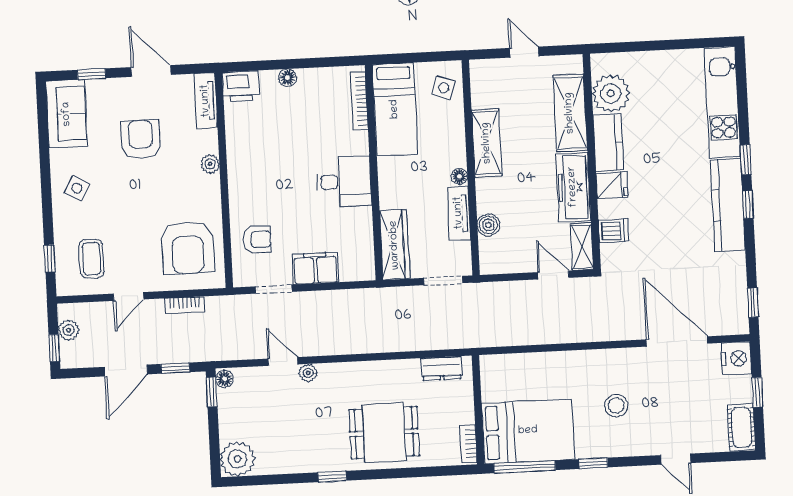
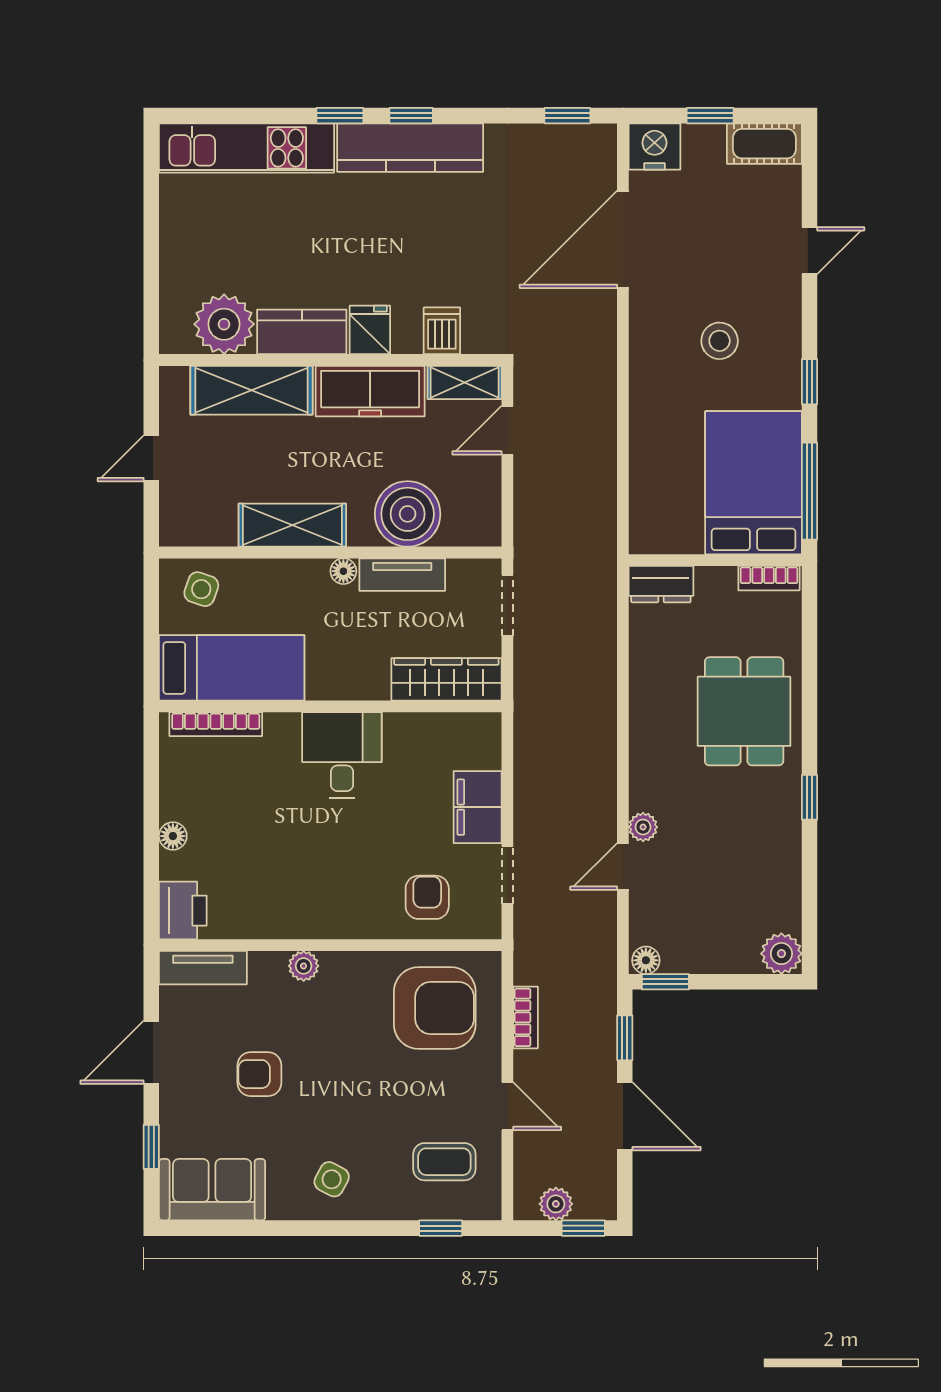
armchair: (141, 140) -> (259, 1074), width x0.72, depth x0.72
boiler: (488, 225) -> (408, 514), width x1.86, depth x1.86
dresser: (442, 368) -> (661, 584), moved, turned 90
plant: (237, 459) -> (781, 954), width x0.73, depth x0.73

